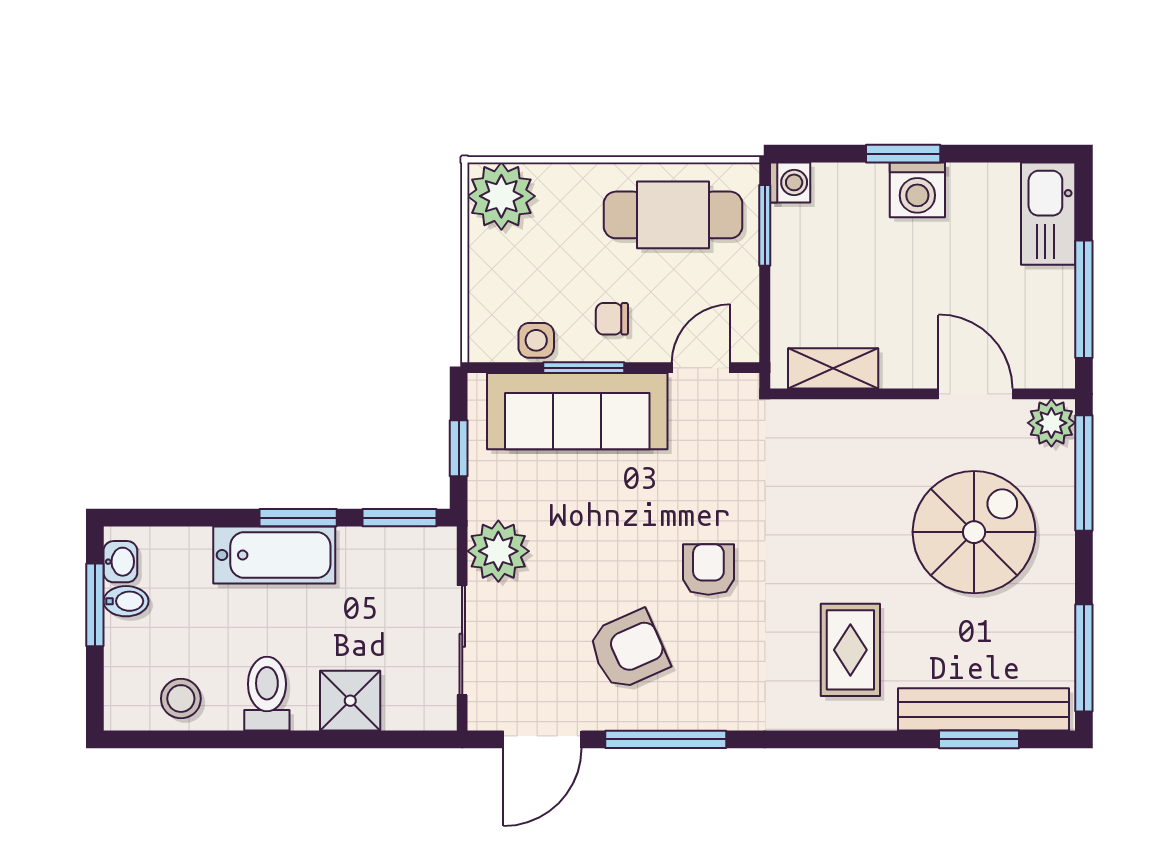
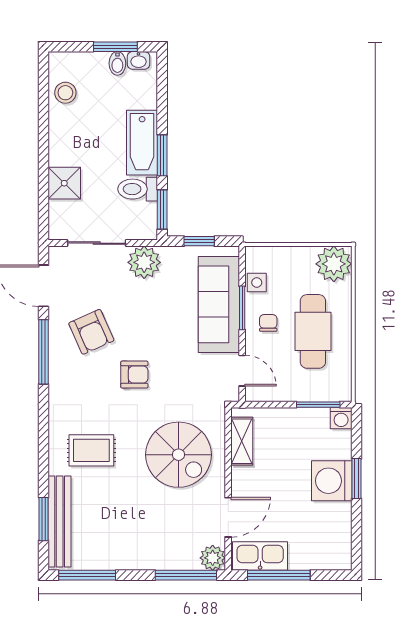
washing machine: (917, 190) -> (332, 481), width x1.37, depth x1.37
kitchen sink: (1048, 214) -> (260, 556), moved
cafe table: (673, 215) -> (313, 331), moved
spiral stairs: (974, 532) -> (179, 455), moved
toilet: (267, 694) -> (138, 189), moved, turned 180

